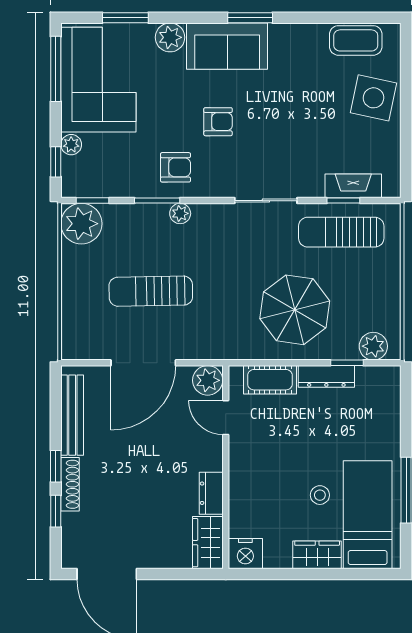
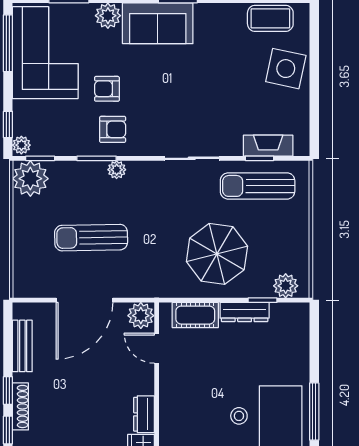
armchair: (218, 122) -> (107, 89), moved, turned 180
plant: (71, 145) -> (21, 145), moved
bench: (72, 415) -> (22, 346), width x0.73

